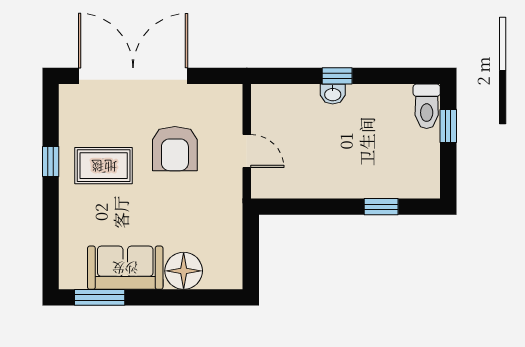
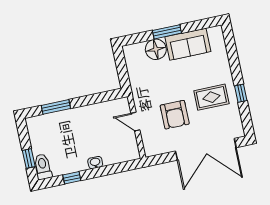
window: (337, 76) -> (72, 178), moved
armchair: (175, 149) -> (175, 115), turned 180
window: (381, 207) -> (56, 107), width x1.50
window: (100, 297) -> (167, 32), moved

